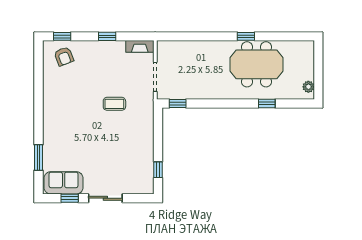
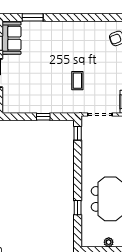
plant: (308, 87) -> (109, 242), moved
window: (158, 170) -> (43, 117), moved

